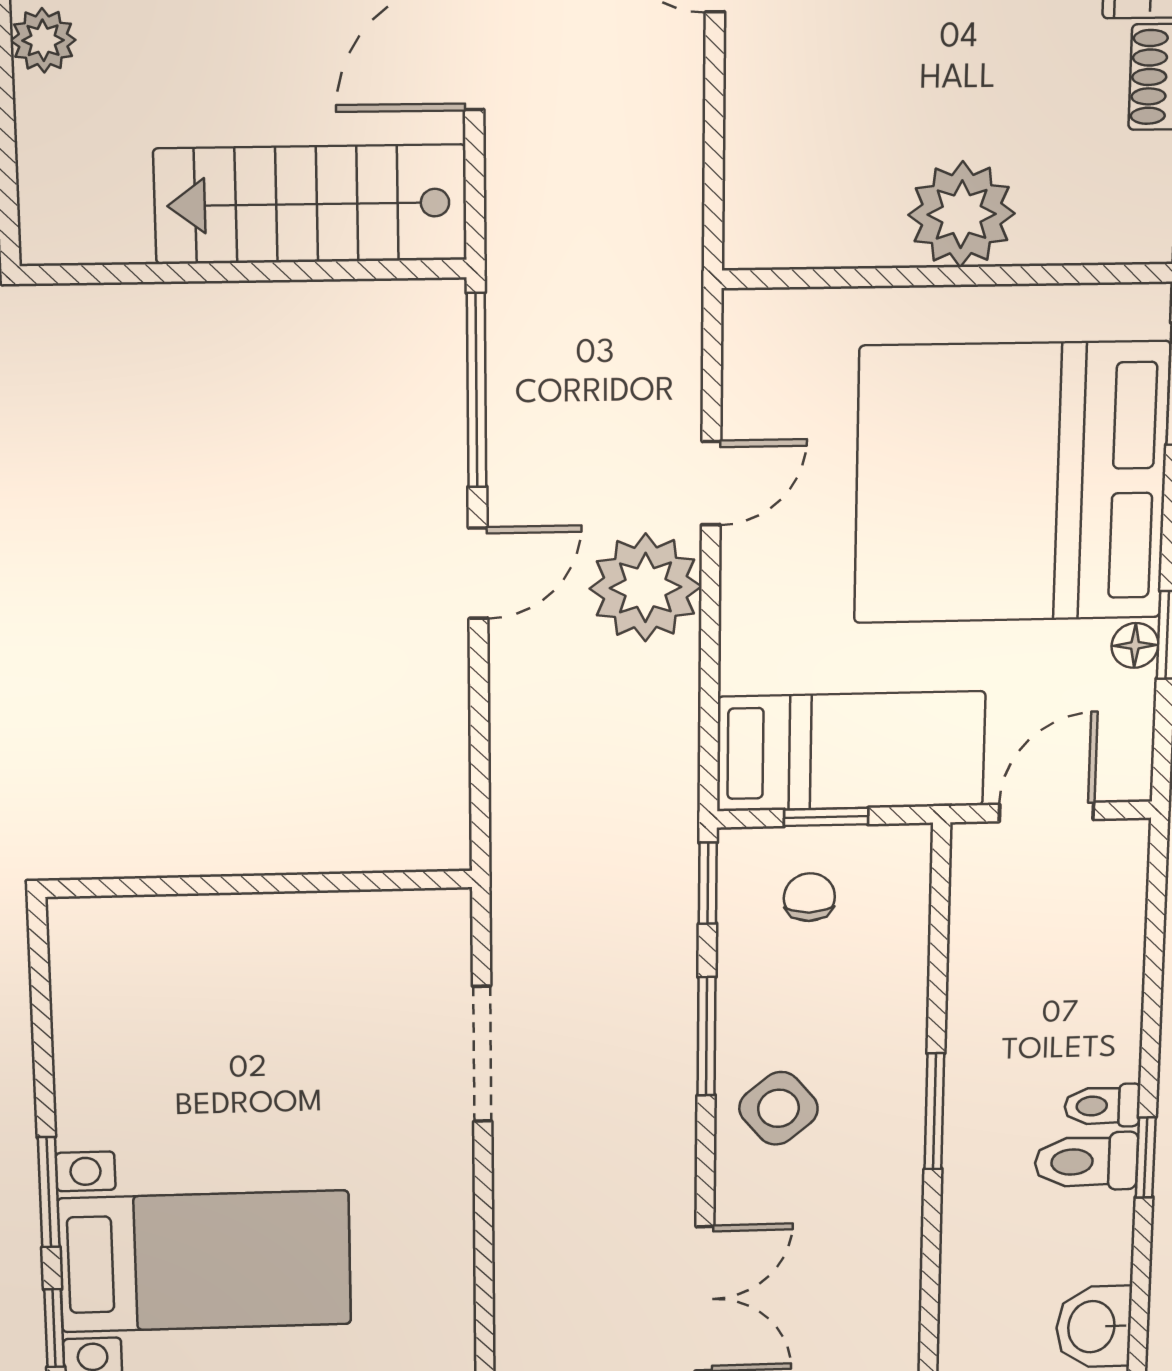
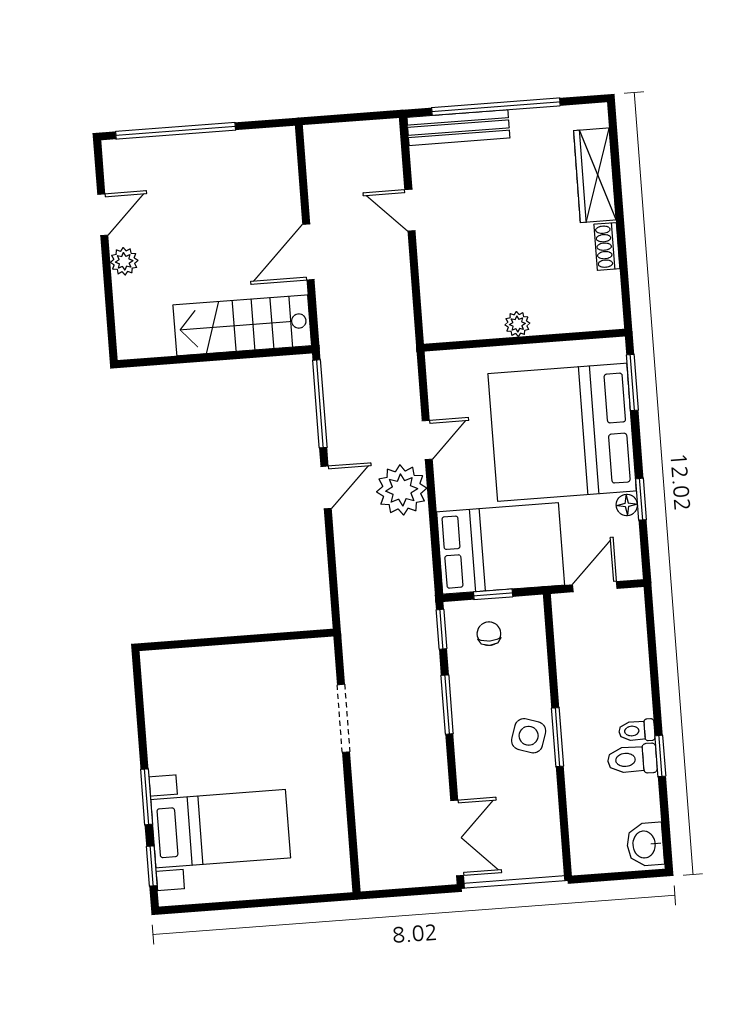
plant: (962, 214) -> (517, 324), width x0.53, depth x0.53
bed: (851, 751) -> (501, 548), width x1.50
side table: (778, 1108) -> (529, 736), moved, turned -32

